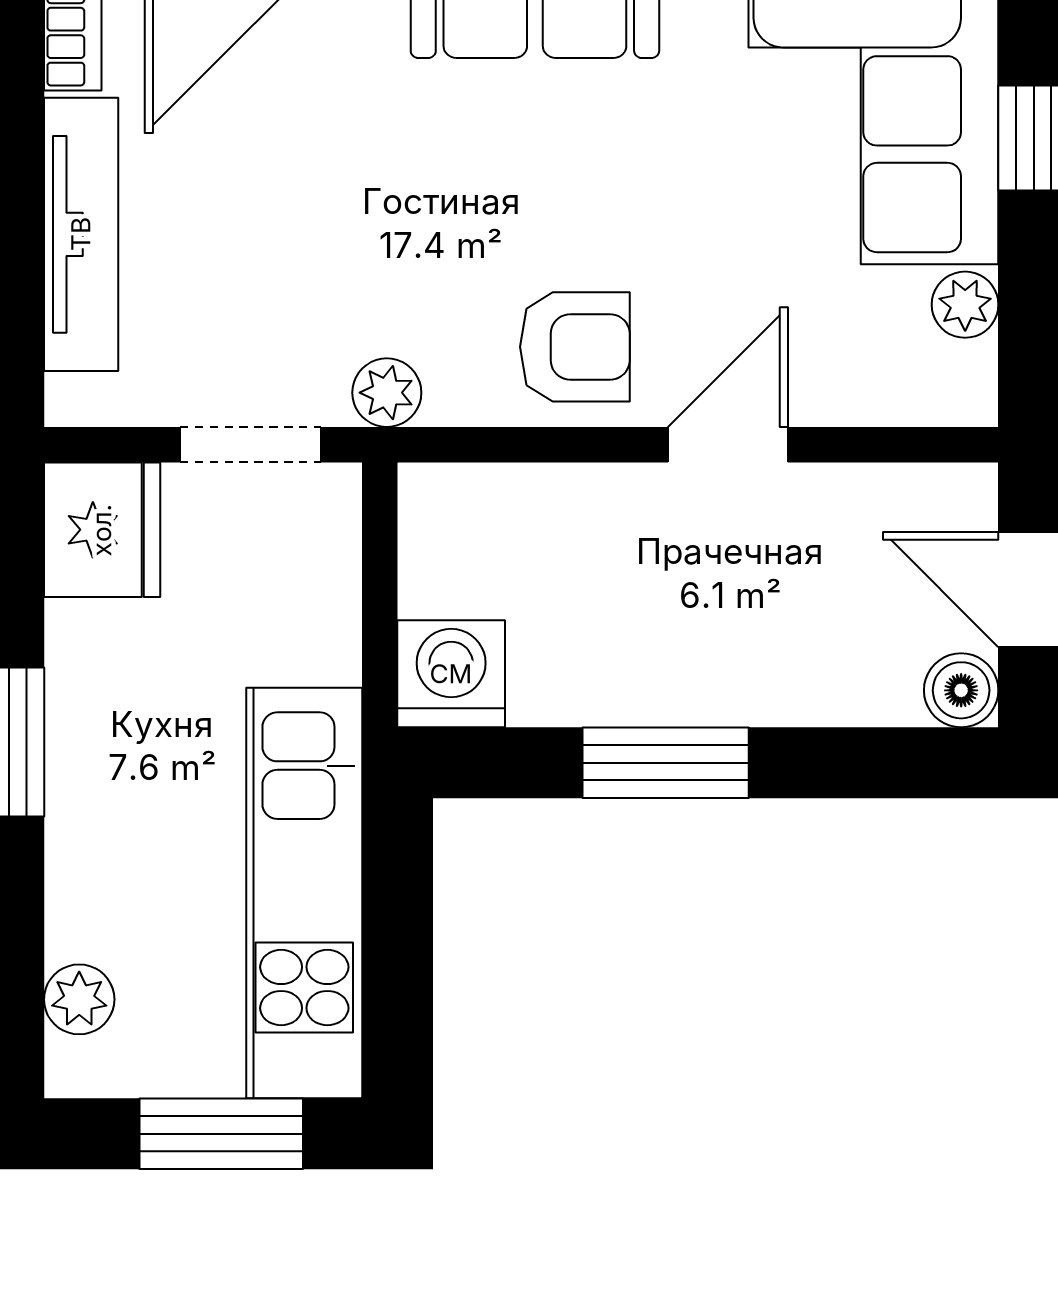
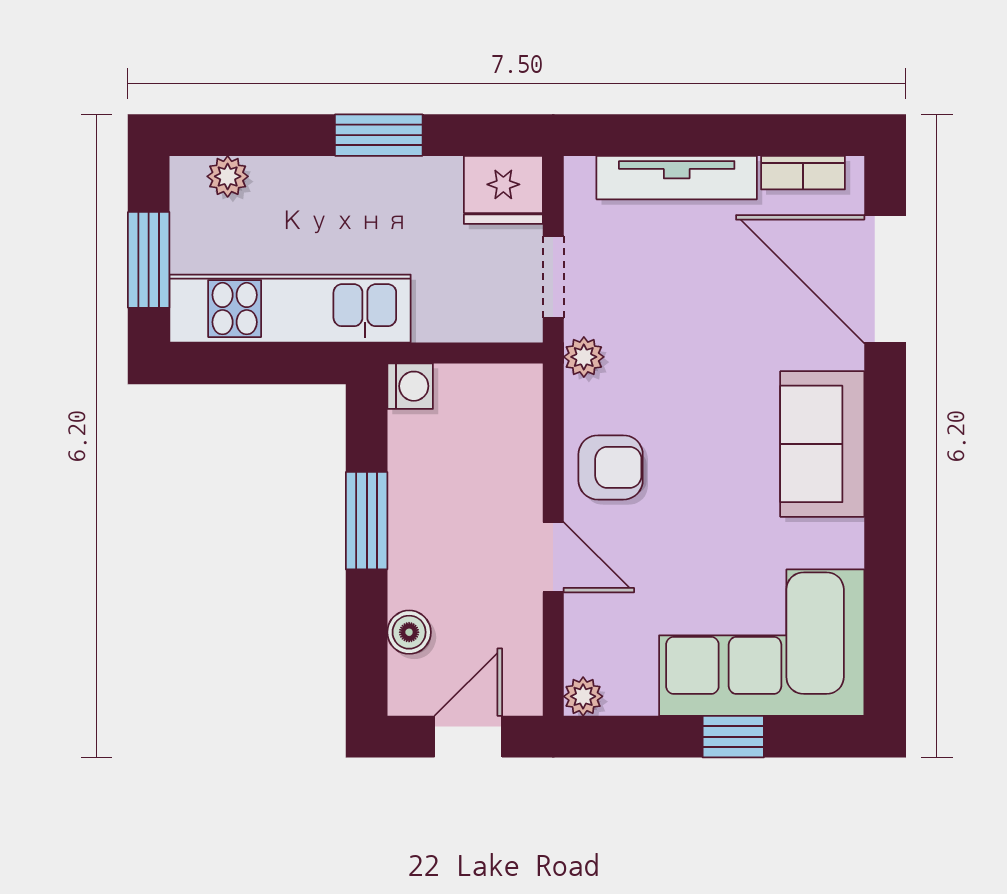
plant: (965, 305) -> (583, 696), moved
armchair: (575, 347) -> (611, 467), turned -90
washing machine: (451, 674) -> (410, 386), width x0.73, depth x0.73
boiler: (961, 690) -> (409, 632), moved

